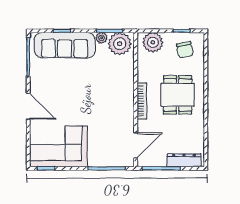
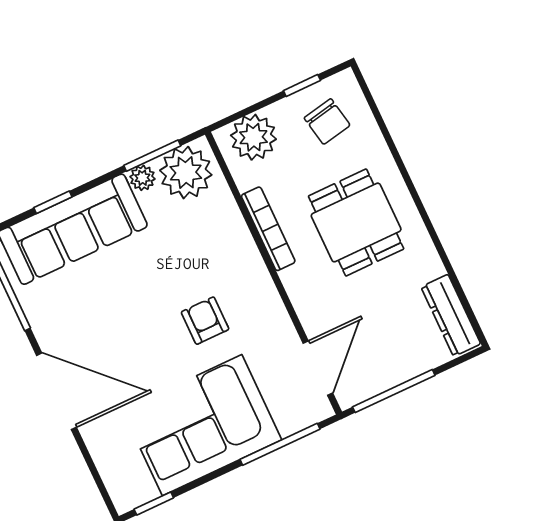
bookcase: (142, 101) -> (268, 229), moved
door: (28, 106) -> (57, 391), width x1.36
armchair: (100, 106) -> (205, 321), added
corner sofa: (58, 146) -> (202, 425), moved
dresser: (184, 160) -> (451, 315), moved, turned -90

